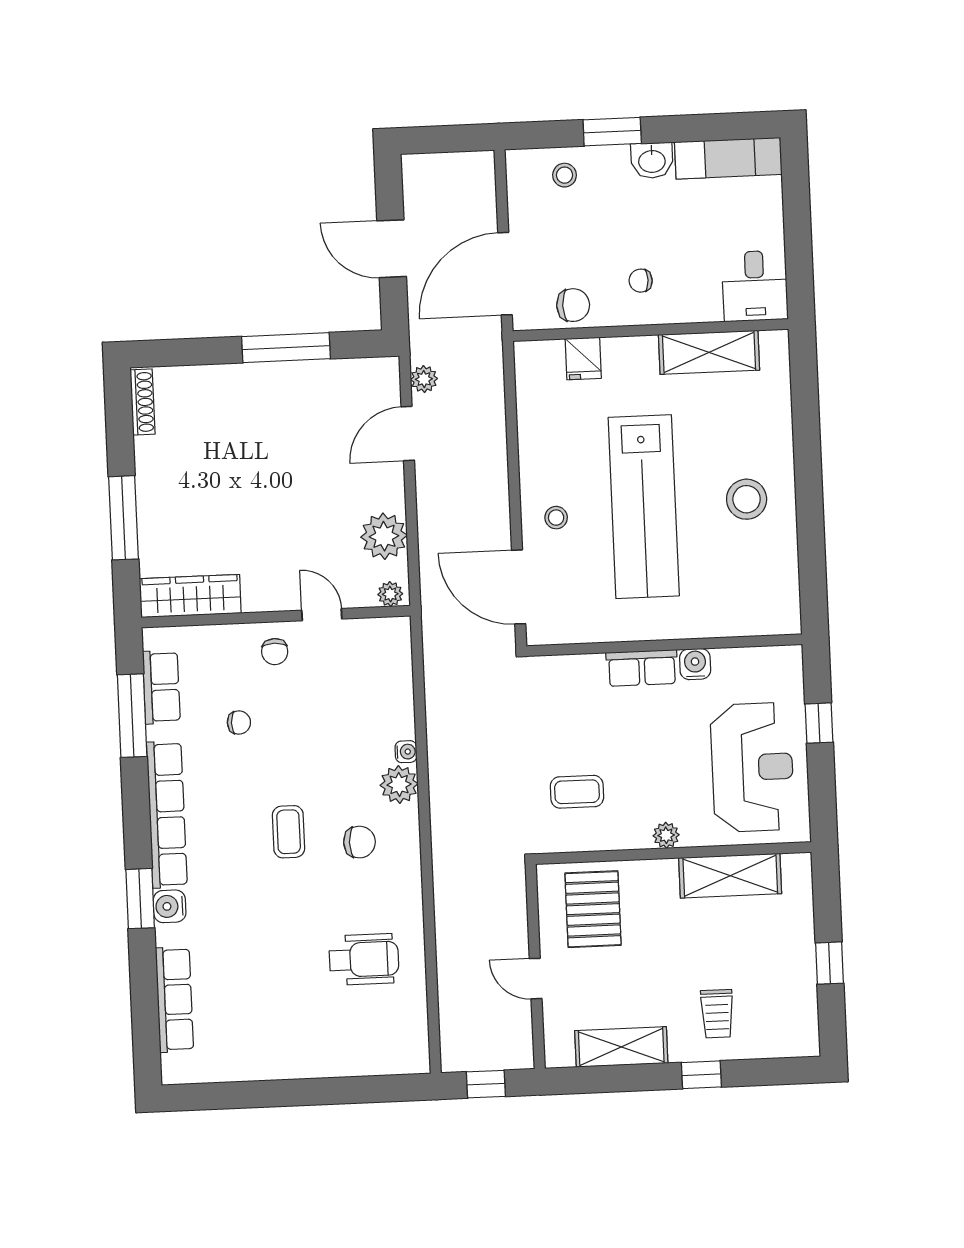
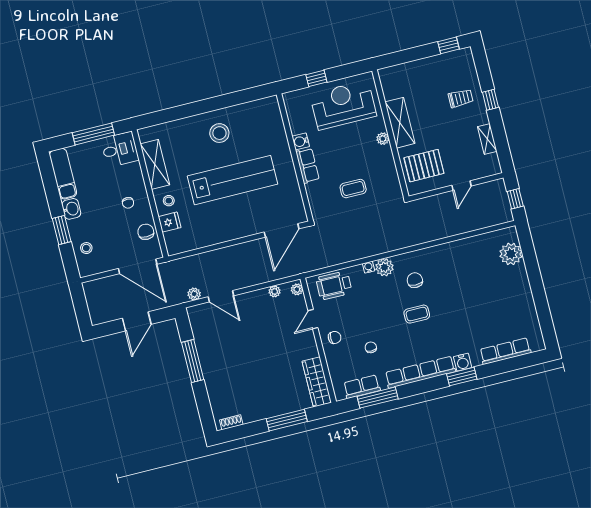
window: (798, 238) -> (93, 134), added
shoe rack: (143, 402) -> (231, 422), width x0.70
stool: (556, 518) -> (169, 201), moved
plant: (384, 536) -> (275, 291), width x0.53, depth x0.53
coffee table: (577, 792) -> (353, 189), moved, turned 90
shelving: (730, 876) -> (400, 123), moved
wheelchair: (364, 959) -> (334, 285), moved, turned -89
window: (830, 963) -> (449, 45), moved
shelving: (621, 1047) -> (487, 139), width x0.67, depth x0.75
plant: (373, 1052) -> (511, 254), added

